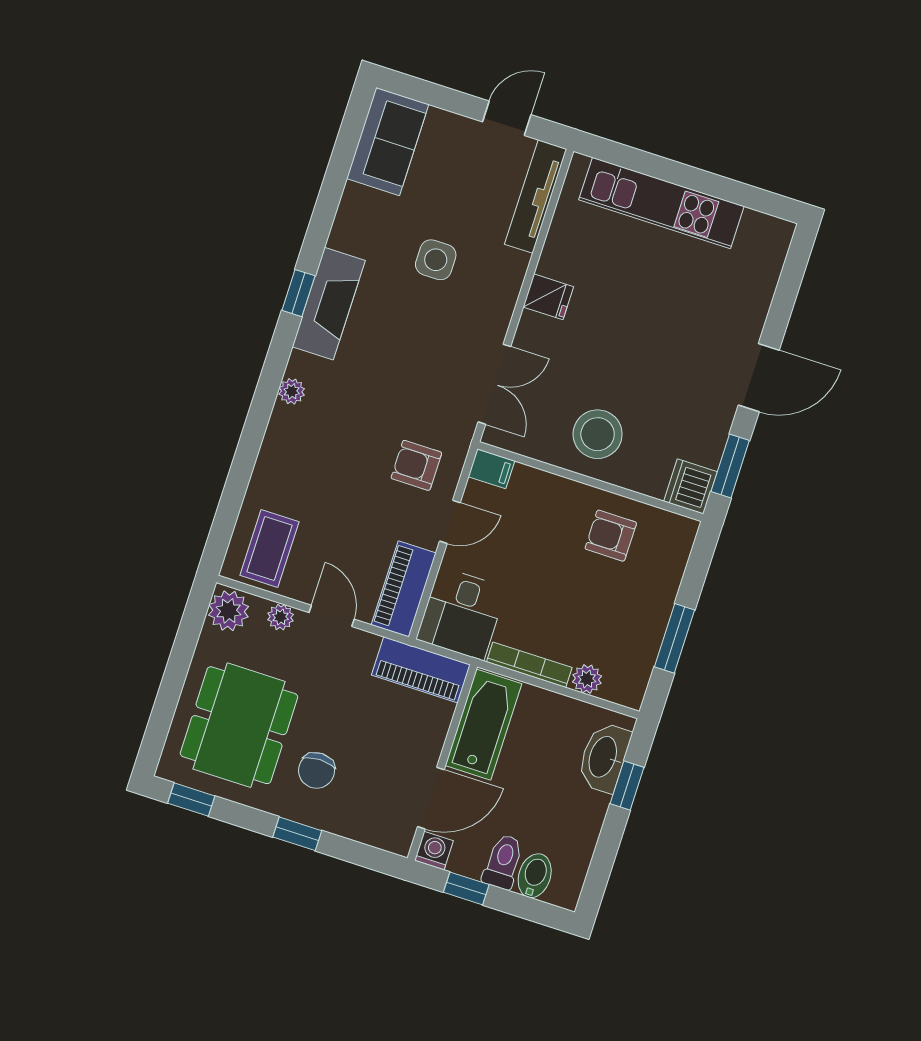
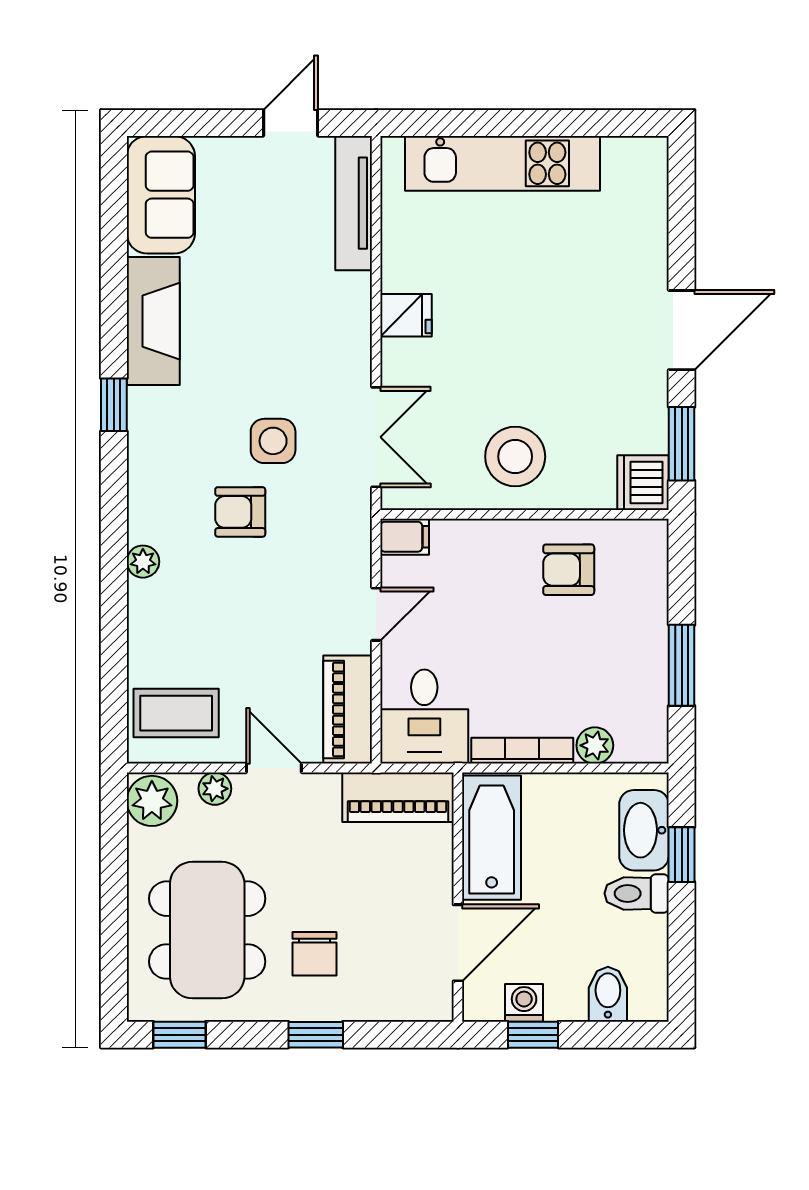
side table: (436, 260) -> (273, 441), moved
fireplace: (329, 304) -> (153, 321), moved
plant: (292, 391) -> (143, 562), moved
armchair: (416, 465) -> (240, 512), moved
coffee table: (269, 549) -> (176, 713), turned 90
washing machine: (434, 851) -> (524, 1003), moved
toilet: (503, 862) -> (637, 893), moved, turned -90

